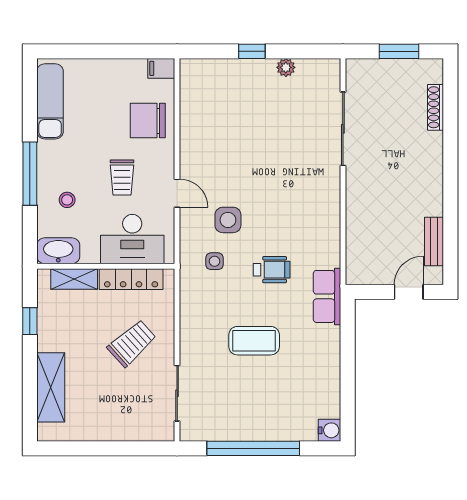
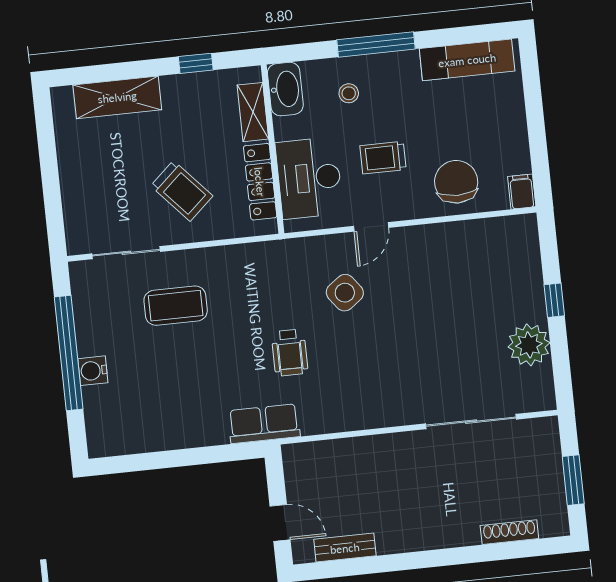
plant: (286, 67) -> (529, 345), width x1.88, depth x1.88
side table: (228, 220) -> (345, 293), turned -37
side table: (215, 261) -> (293, 282), removed
coffee table: (254, 341) -> (176, 306), moved, turned 90
water cooler: (329, 430) -> (93, 371), moved, turned 90

